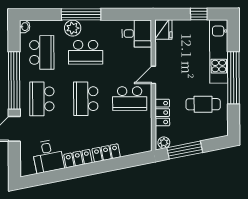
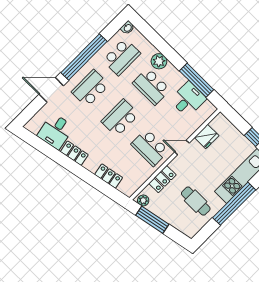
window: (81, 14) -> (197, 80), moved
fridge: (163, 30) -> (207, 137), moved
desk: (137, 34) -> (188, 99), moved, turned -90
locker: (106, 153) -> (109, 176), moved

